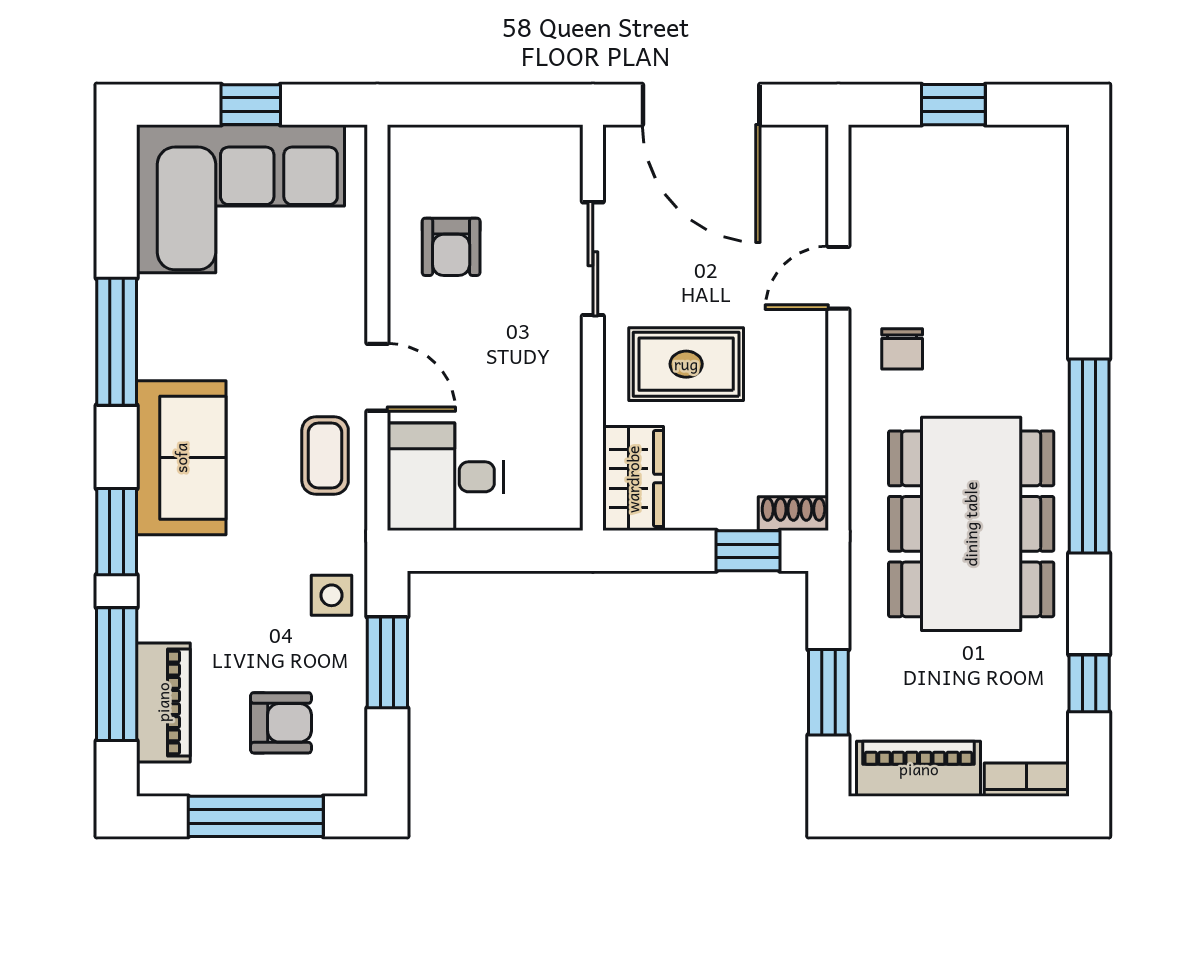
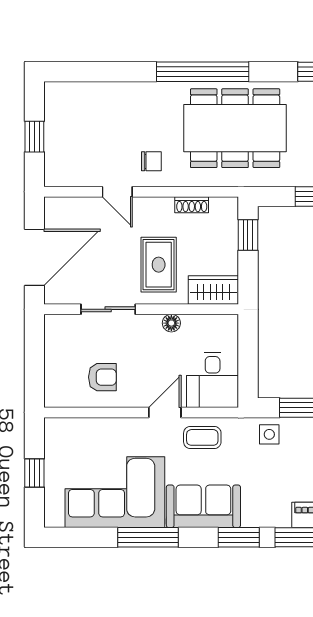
corner sofa: (240, 199) -> (115, 492), moved, turned -90
floor lamp: (564, 391) -> (171, 323), added
shoe rack: (793, 514) -> (192, 205), moved, turned -90

